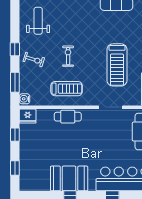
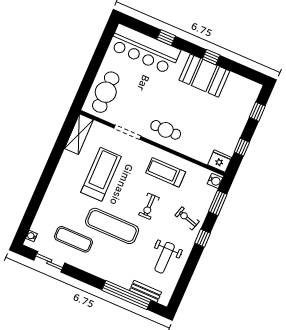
exercise mat: (91, 28) -> (112, 226), added
cafe table: (68, 117) -> (166, 130), moved

